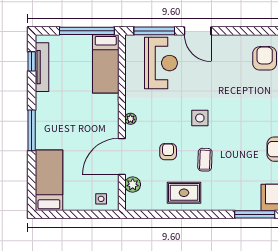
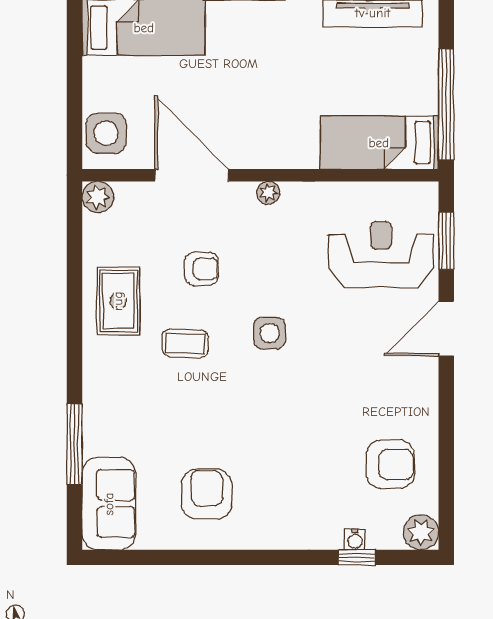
window: (154, 31) -> (446, 241), width x0.69
reception desk: (161, 63) -> (381, 254), turned 180
plant: (133, 185) -> (98, 197), moved
side table: (101, 199) -> (106, 133), width x1.87, depth x1.87

